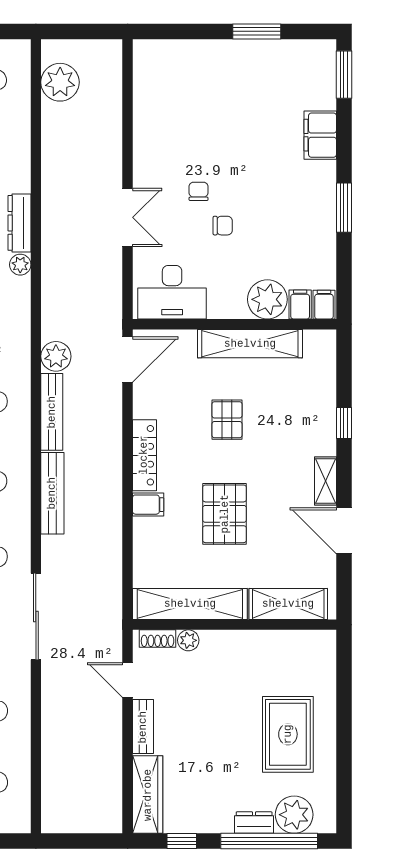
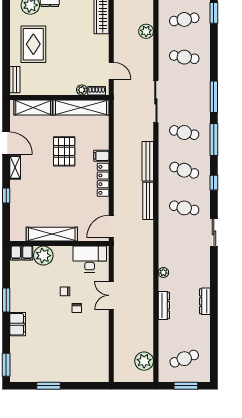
filing cabinet: (320, 135) -> (18, 324), moved
dresser: (19, 223) -> (164, 305), moved
plant: (56, 356) -> (146, 31), moved
pallet: (227, 420) -> (63, 197), removed
bench: (143, 727) -> (15, 80), moved

